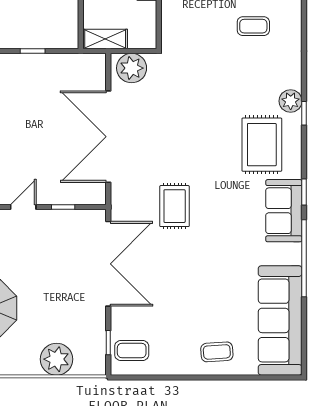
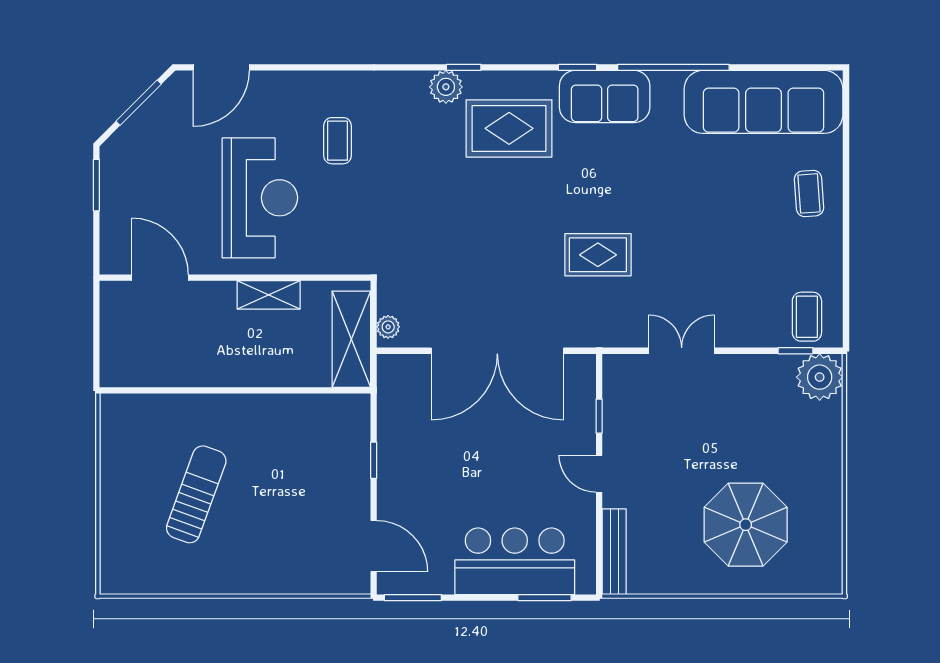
shelving: (105, 39) -> (351, 339), width x1.50, depth x1.33
plant: (132, 68) -> (388, 327), width x0.53, depth x0.53
double door: (108, 264) -> (682, 351), width x0.54
plant: (57, 359) -> (820, 377), moved

